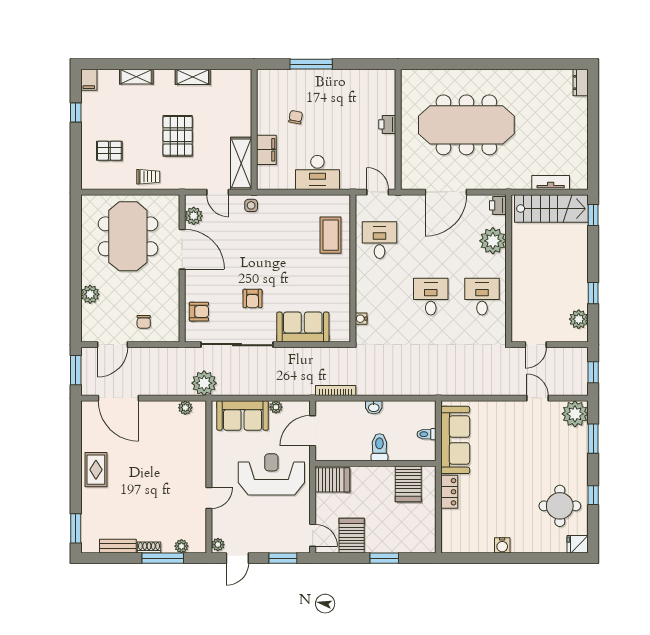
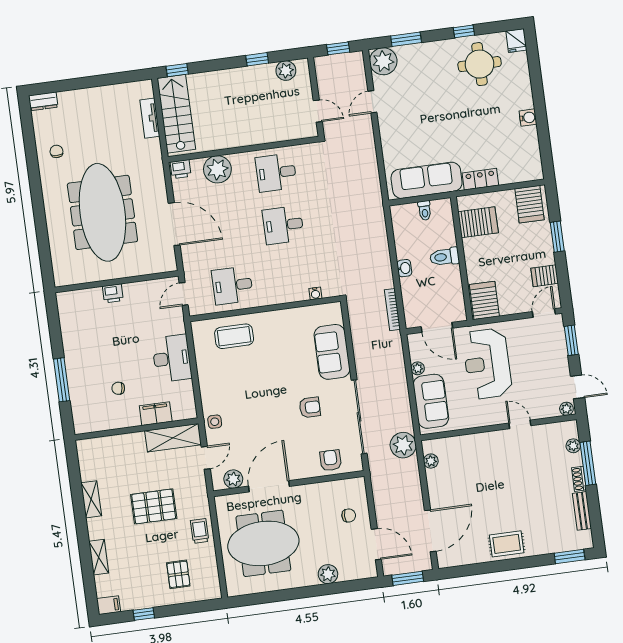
chair: (531, 89) -> (56, 151), added
server rack: (352, 536) -> (545, 276), width x0.73, depth x0.70
server rack: (419, 536) -> (529, 204), added

